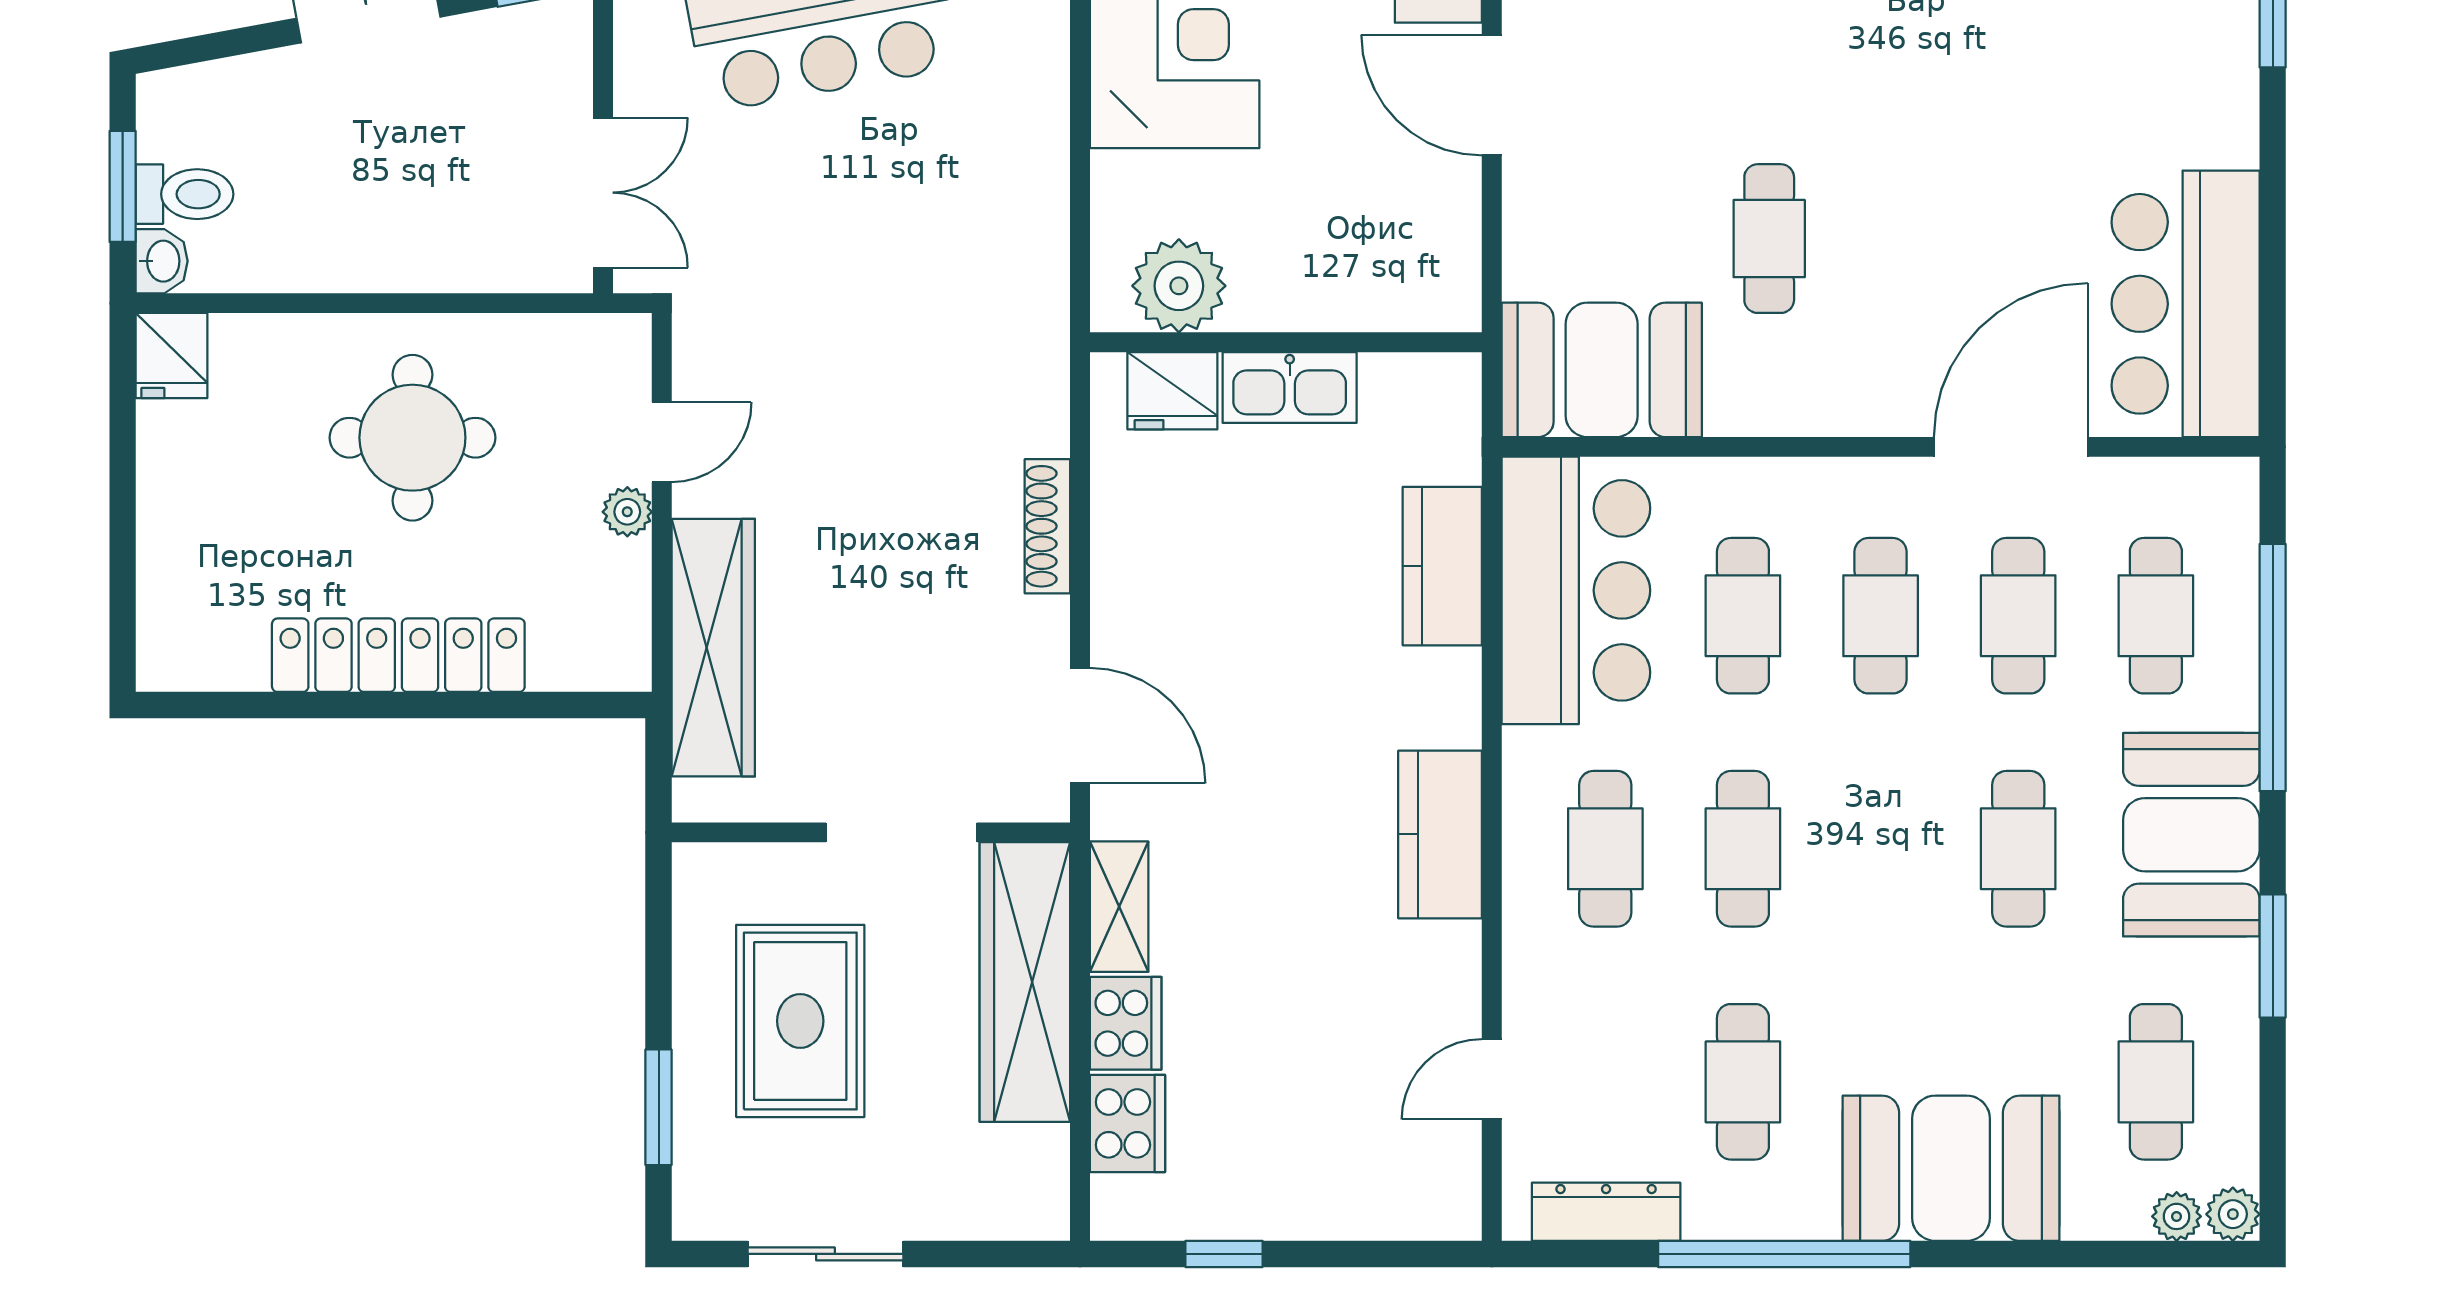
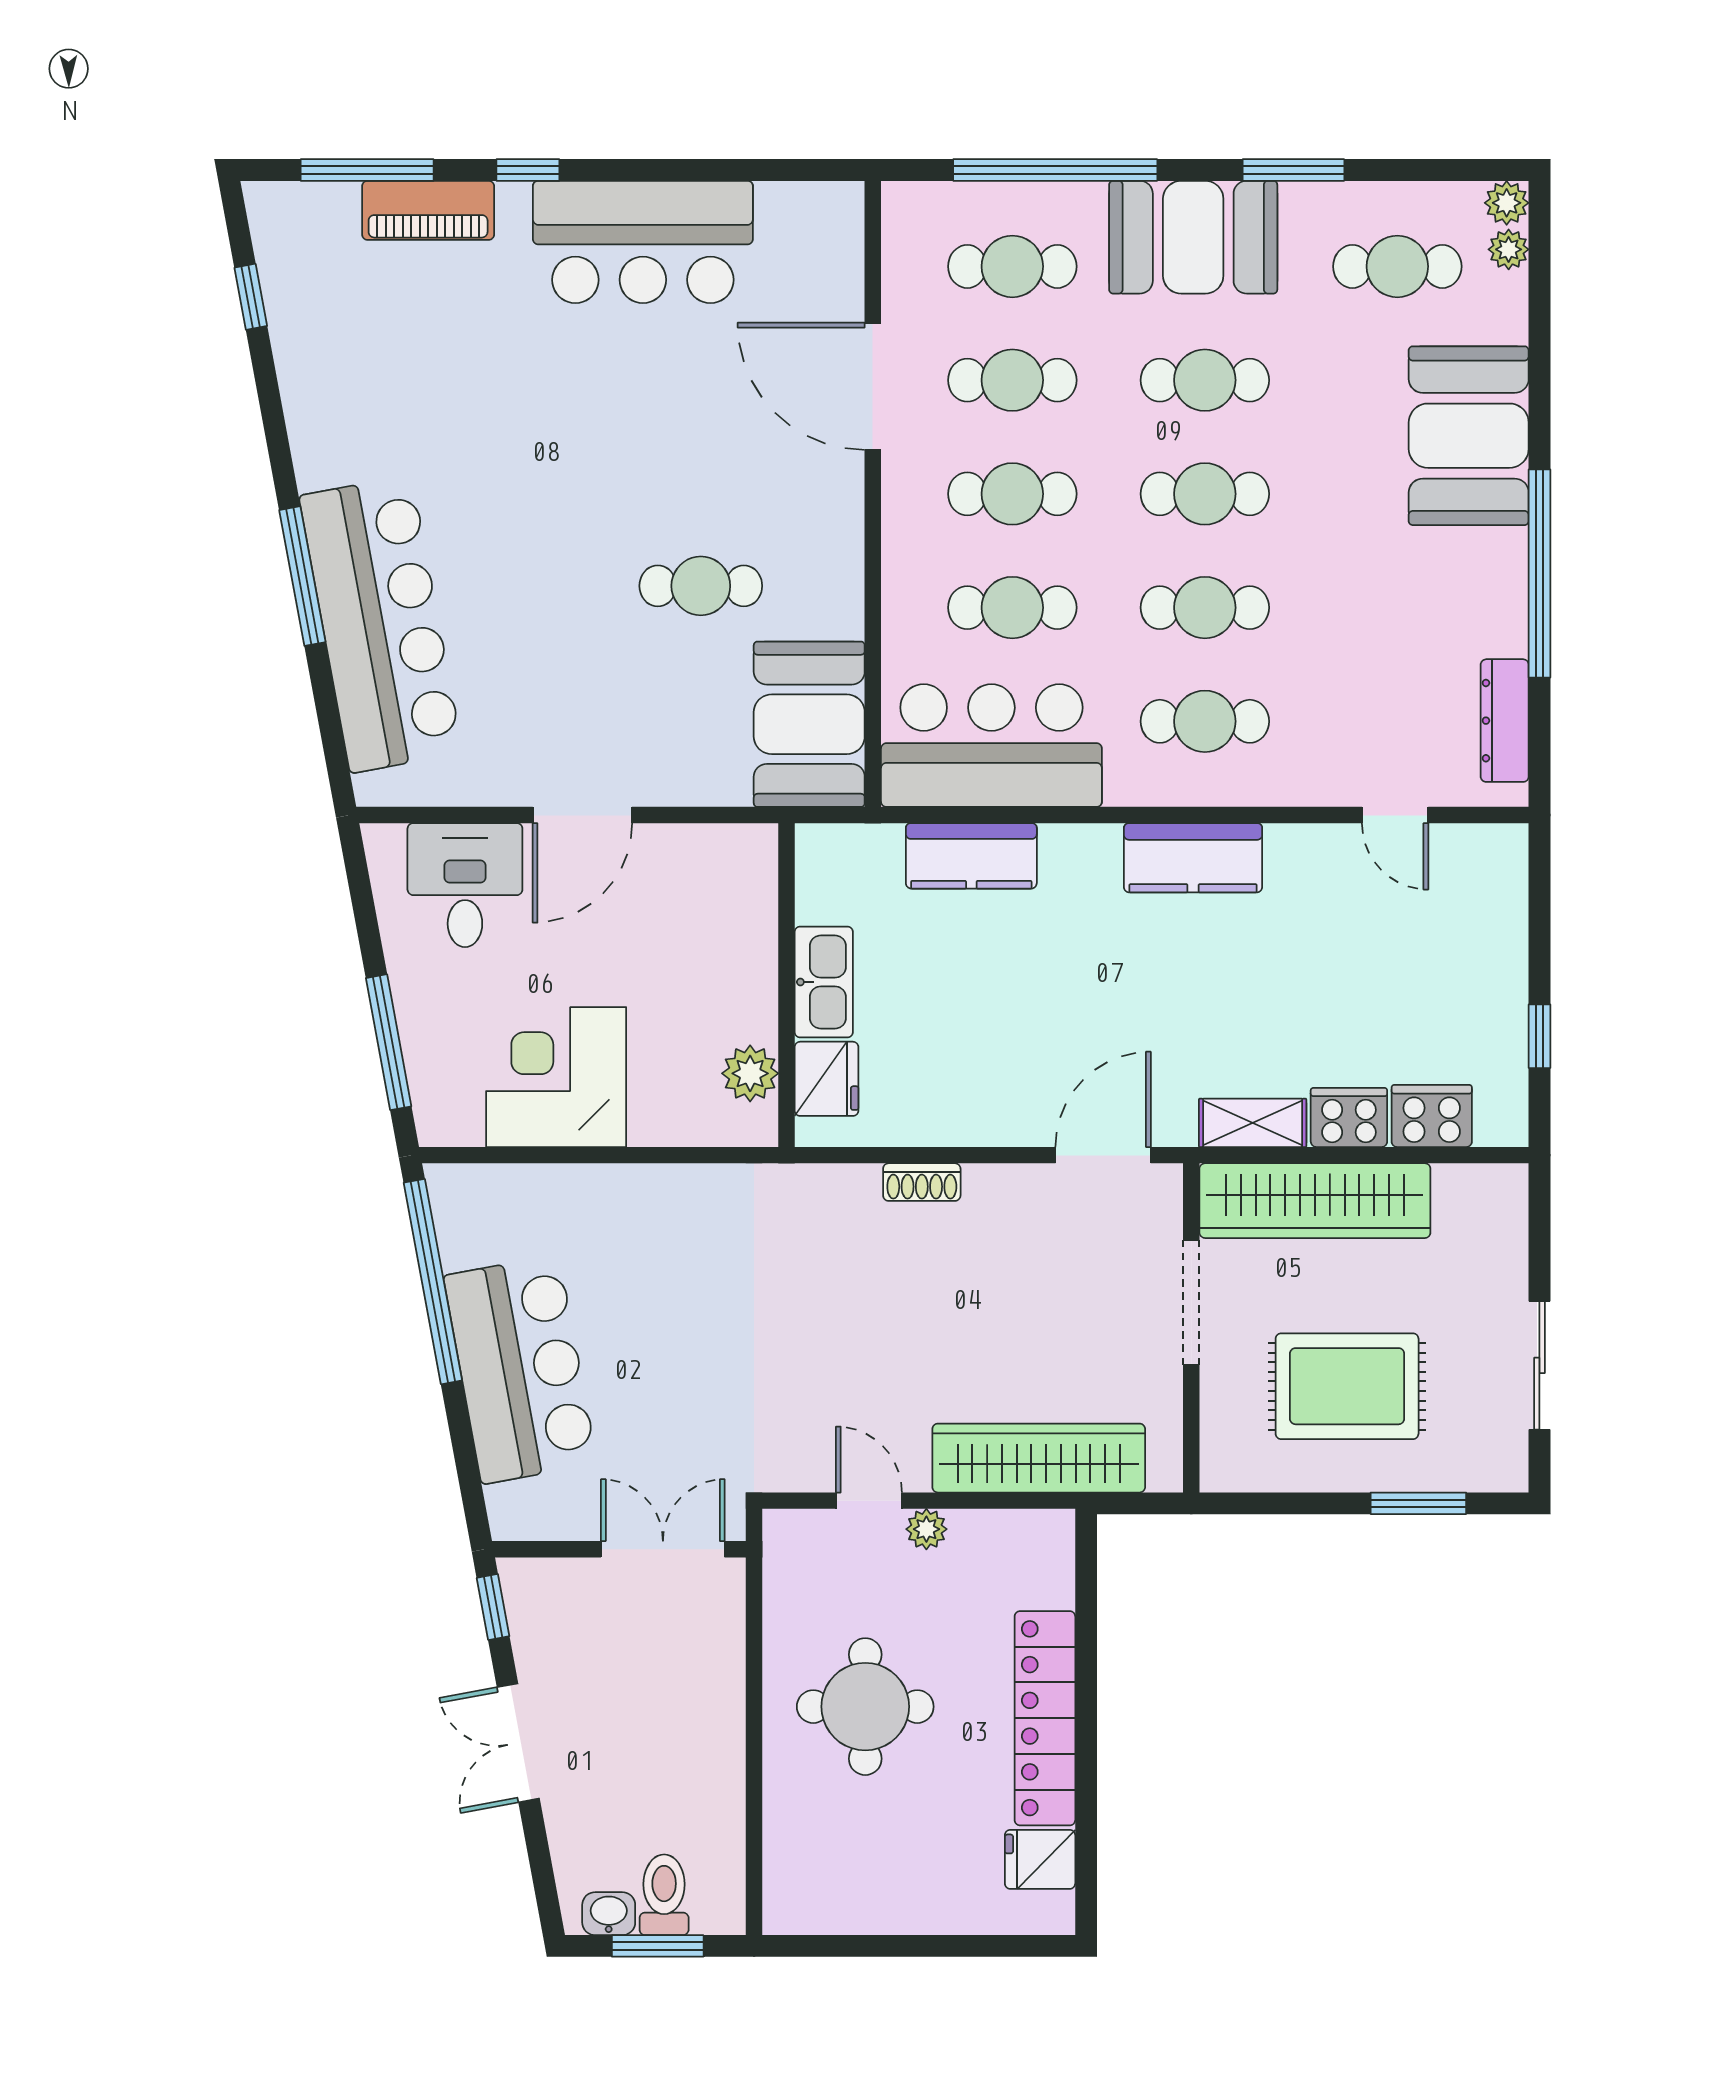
washbasin: (162, 261) -> (609, 1914), moved
plant: (1179, 286) -> (750, 1073), width x0.73, depth x0.73
bar counter: (2186, 304) -> (643, 242), moved
fridge: (172, 356) -> (1040, 1859), moved, turned 180
shoe rack: (1047, 526) -> (922, 1182), width x0.70
cafe table: (1743, 1082) -> (1205, 494), moved

